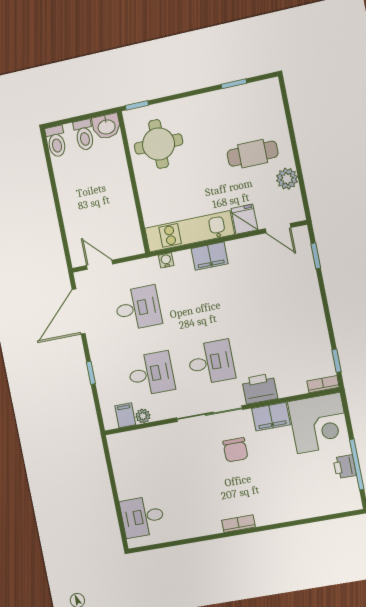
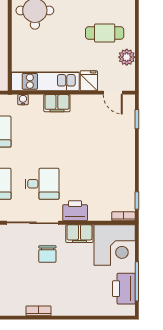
printer: (345, 467) -> (124, 289), width x1.87, depth x1.48

